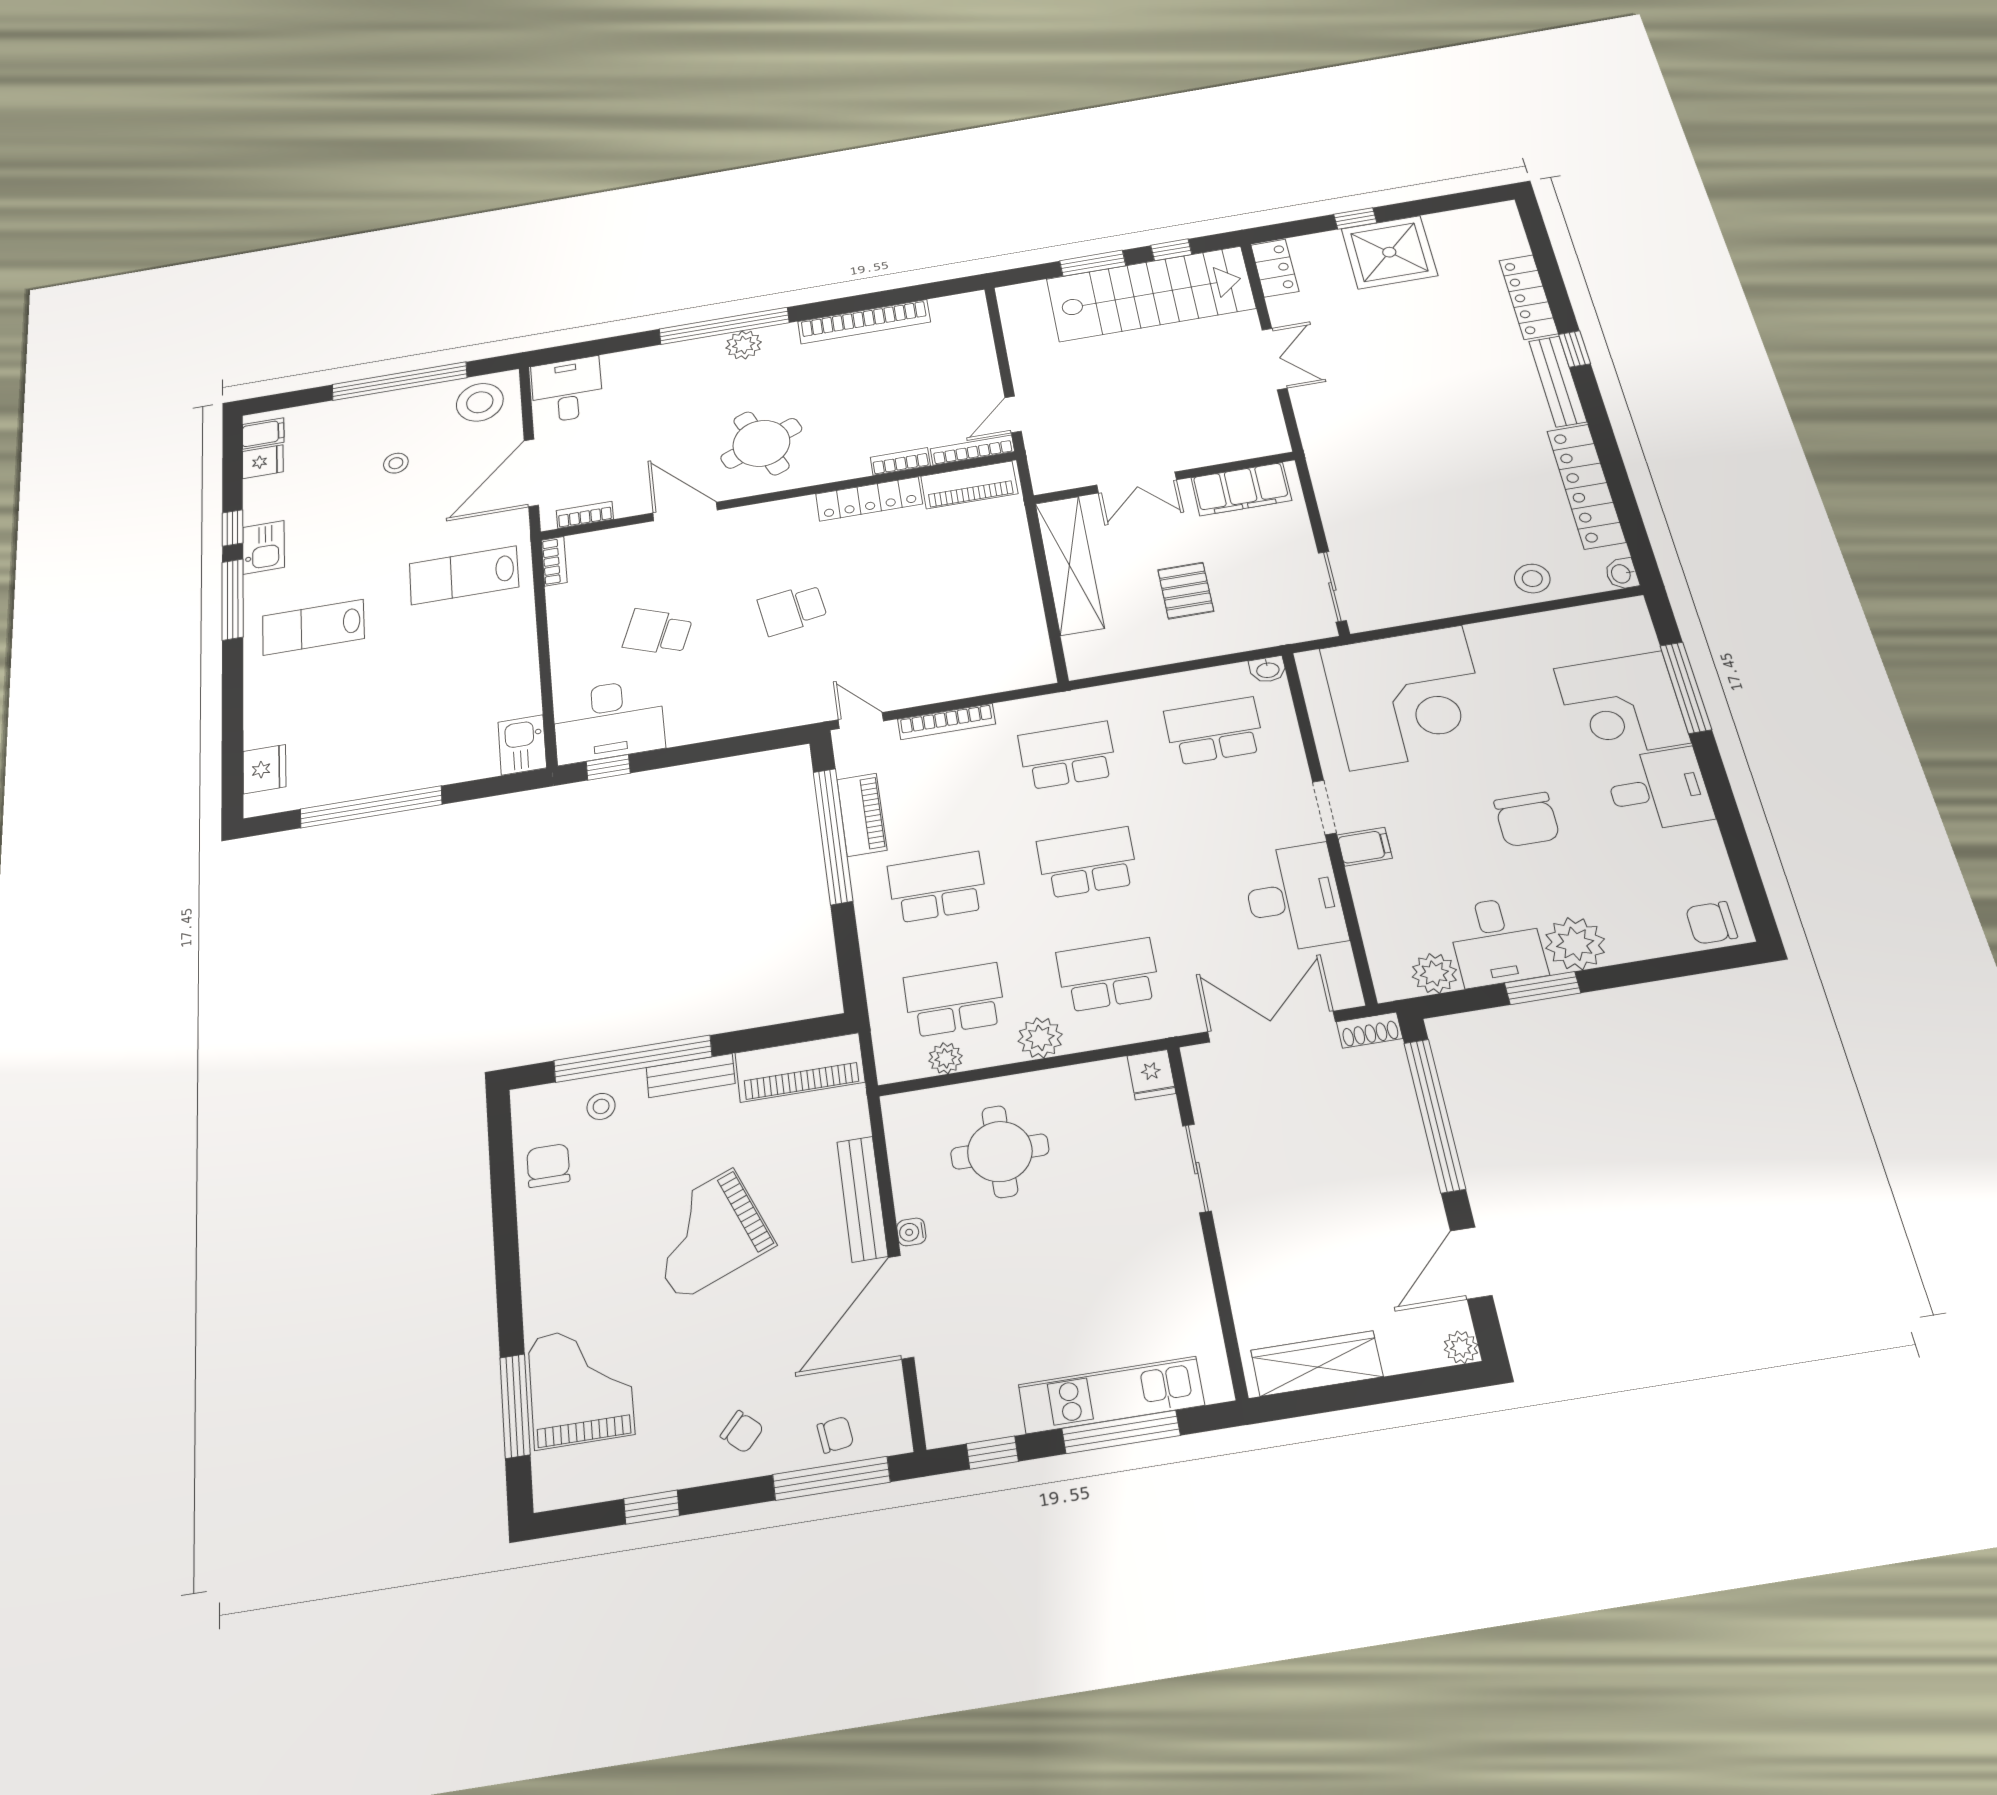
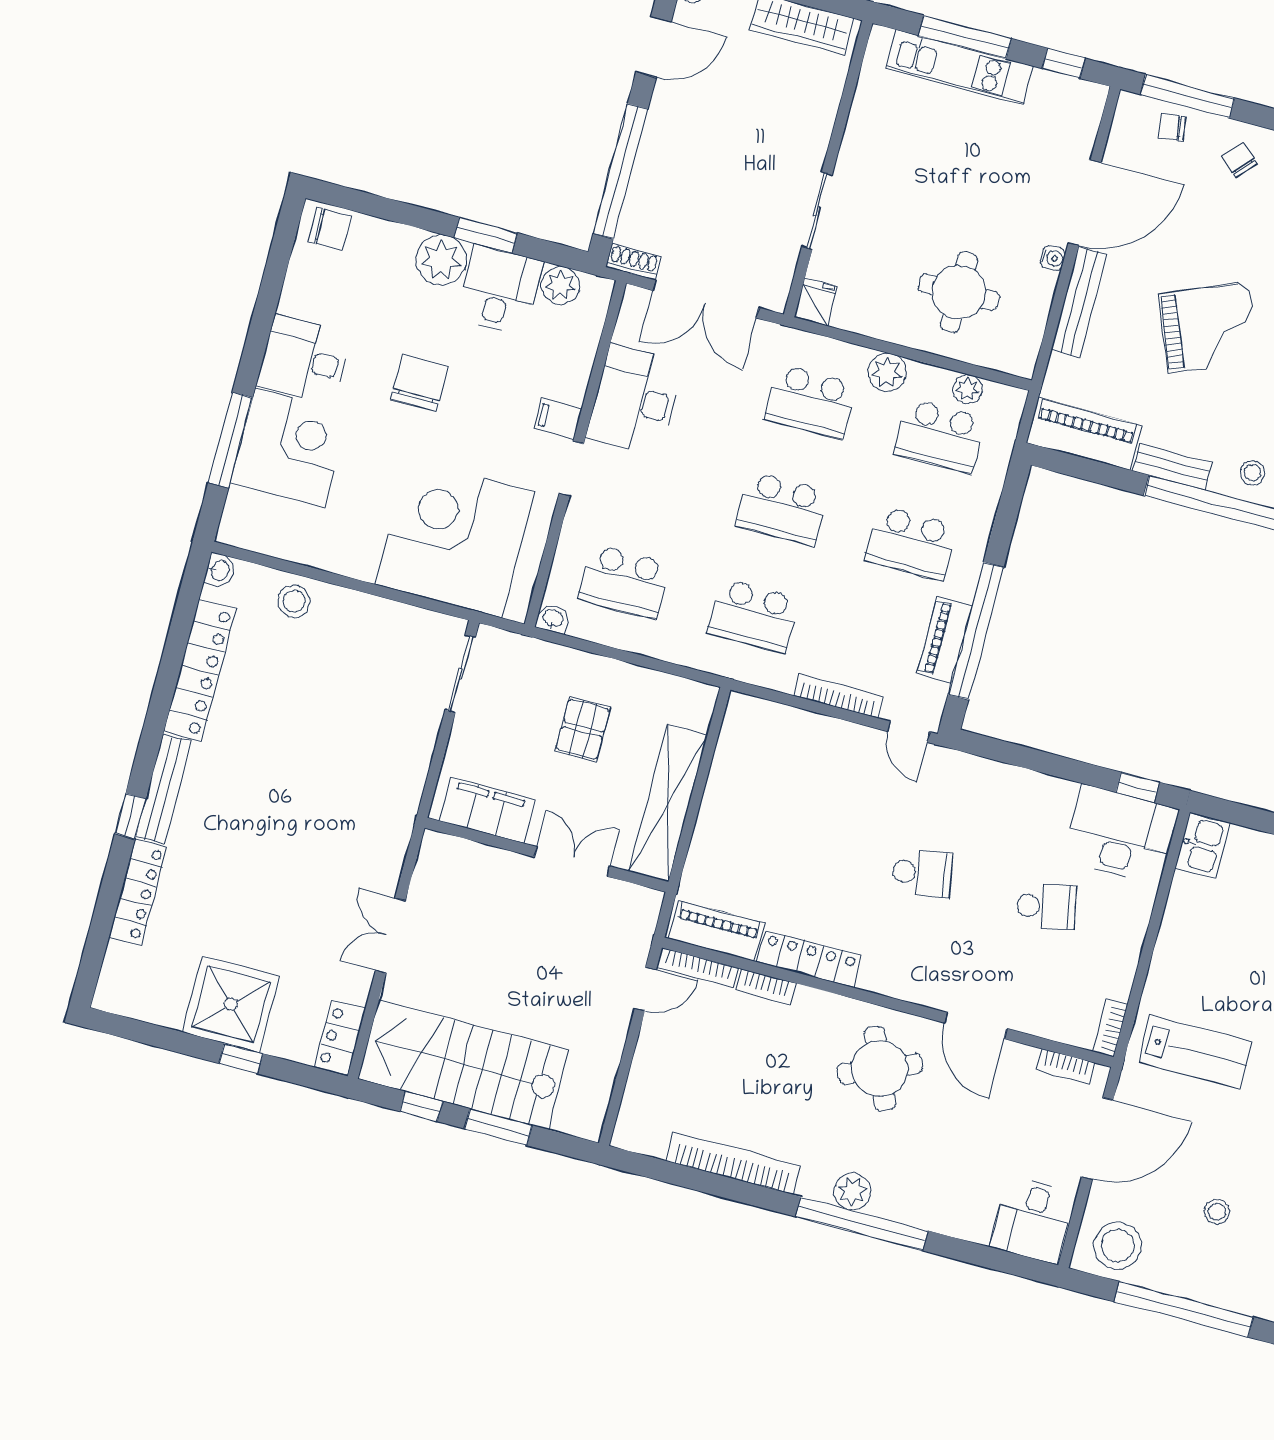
school desk: (658, 632) -> (1046, 906), turned -33

